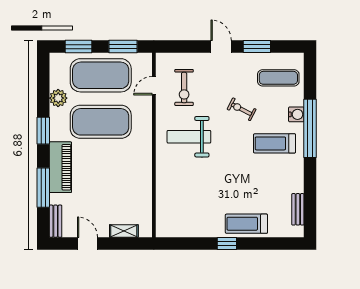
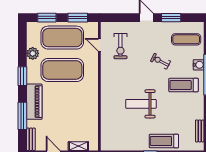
door: (154, 86) -> (99, 45), hinge flipped
weight bench: (189, 137) -> (141, 104), moved

